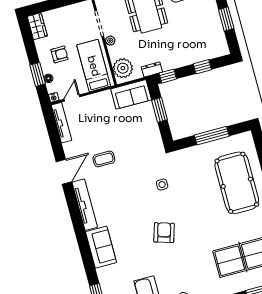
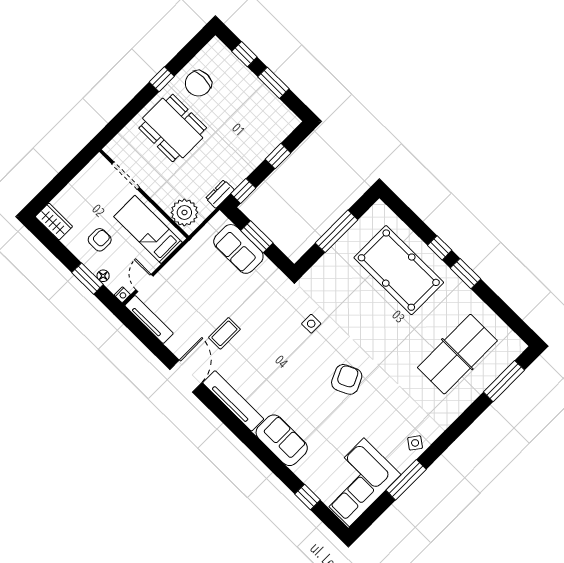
plant: (110, 41) -> (150, 188), removed
sofa: (131, 94) -> (238, 249), moved, turned 90
armchair: (164, 233) -> (347, 379), turned 48

